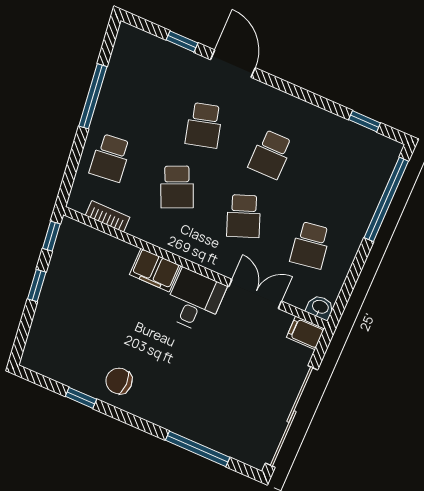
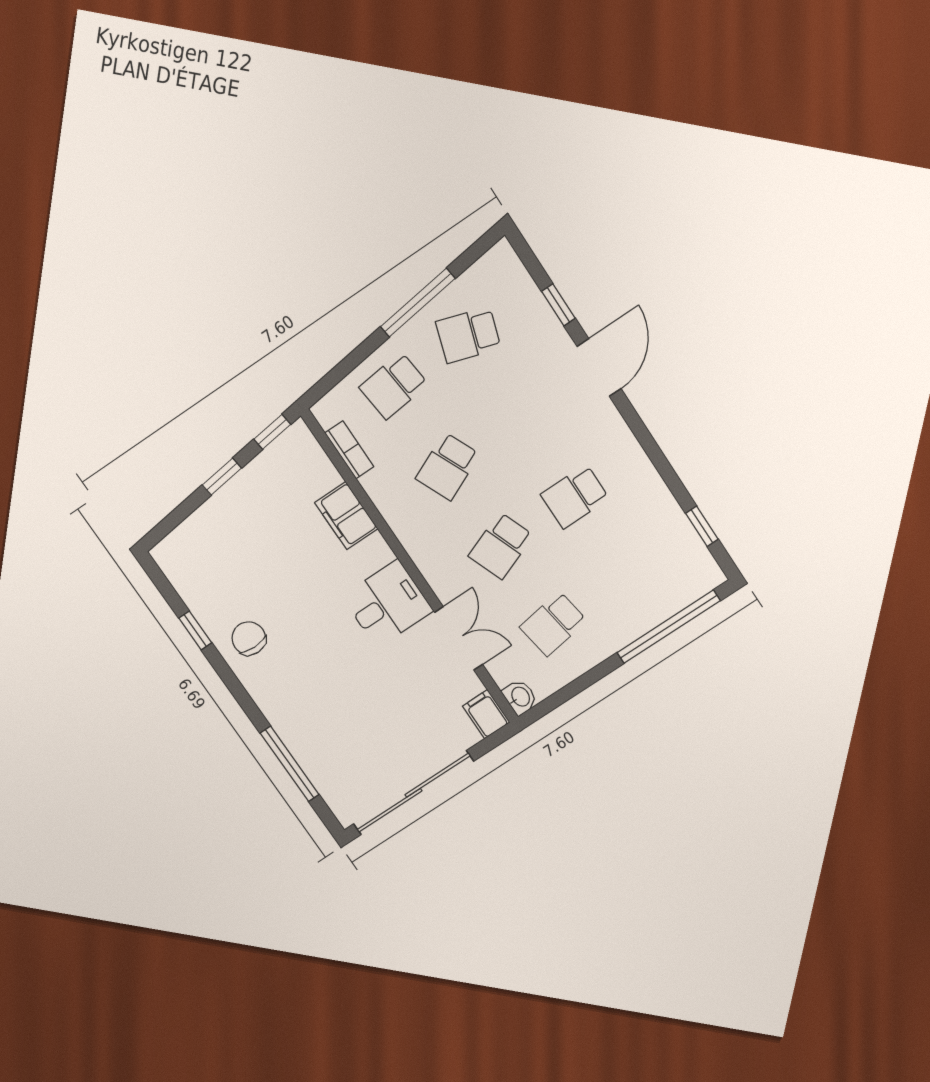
school desk: (204, 125) -> (468, 335), moved, turned 33
filing cabinet: (155, 270) -> (346, 516), moved

